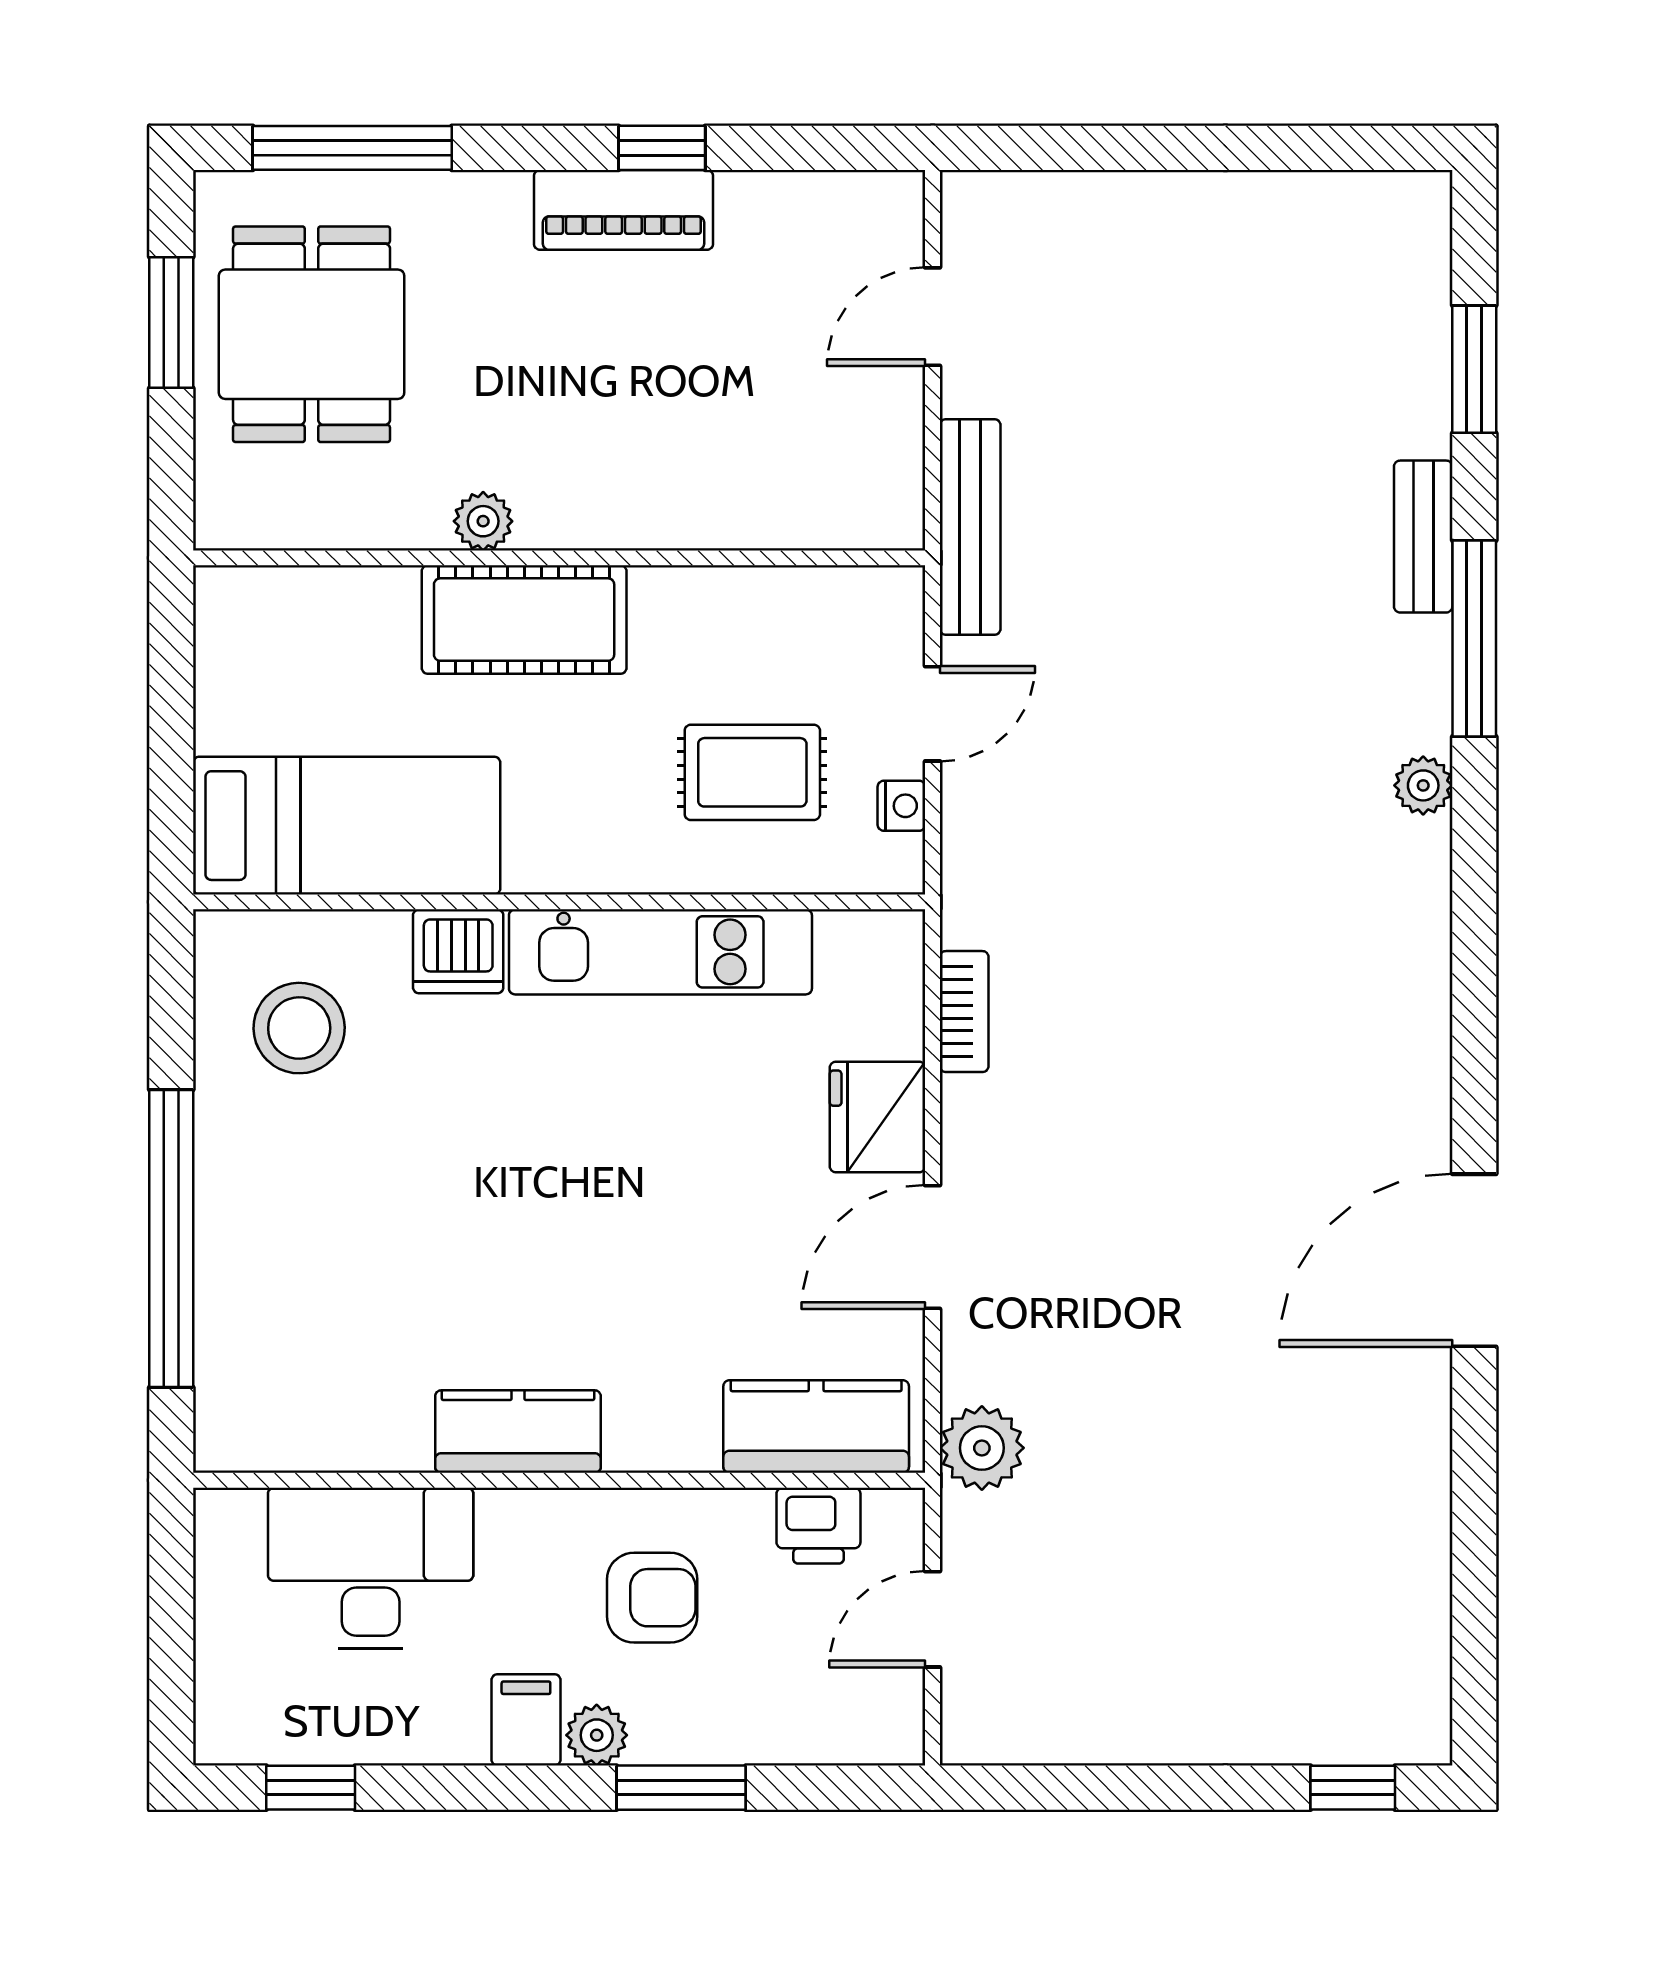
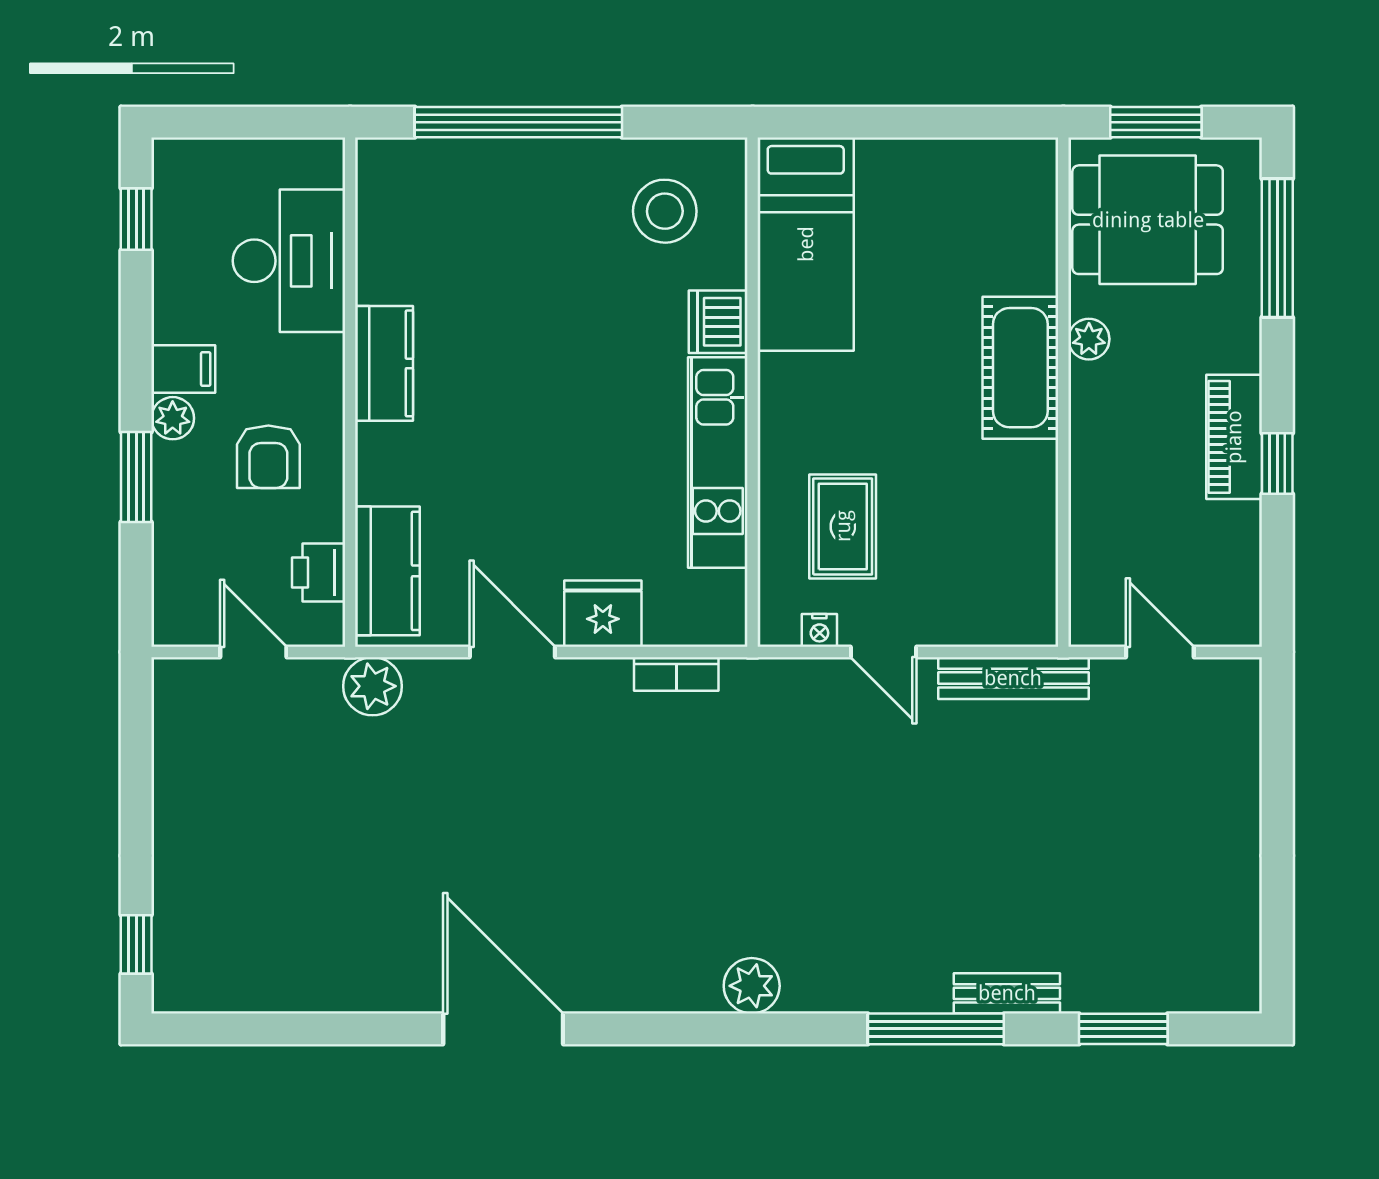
plant: (483, 521) -> (1089, 339), moved
wall: (559, 558) -> (1063, 392), moved
cot: (524, 620) -> (1020, 368), moved
plant: (1423, 785) -> (752, 986), moved, width x1.38, depth x1.38

